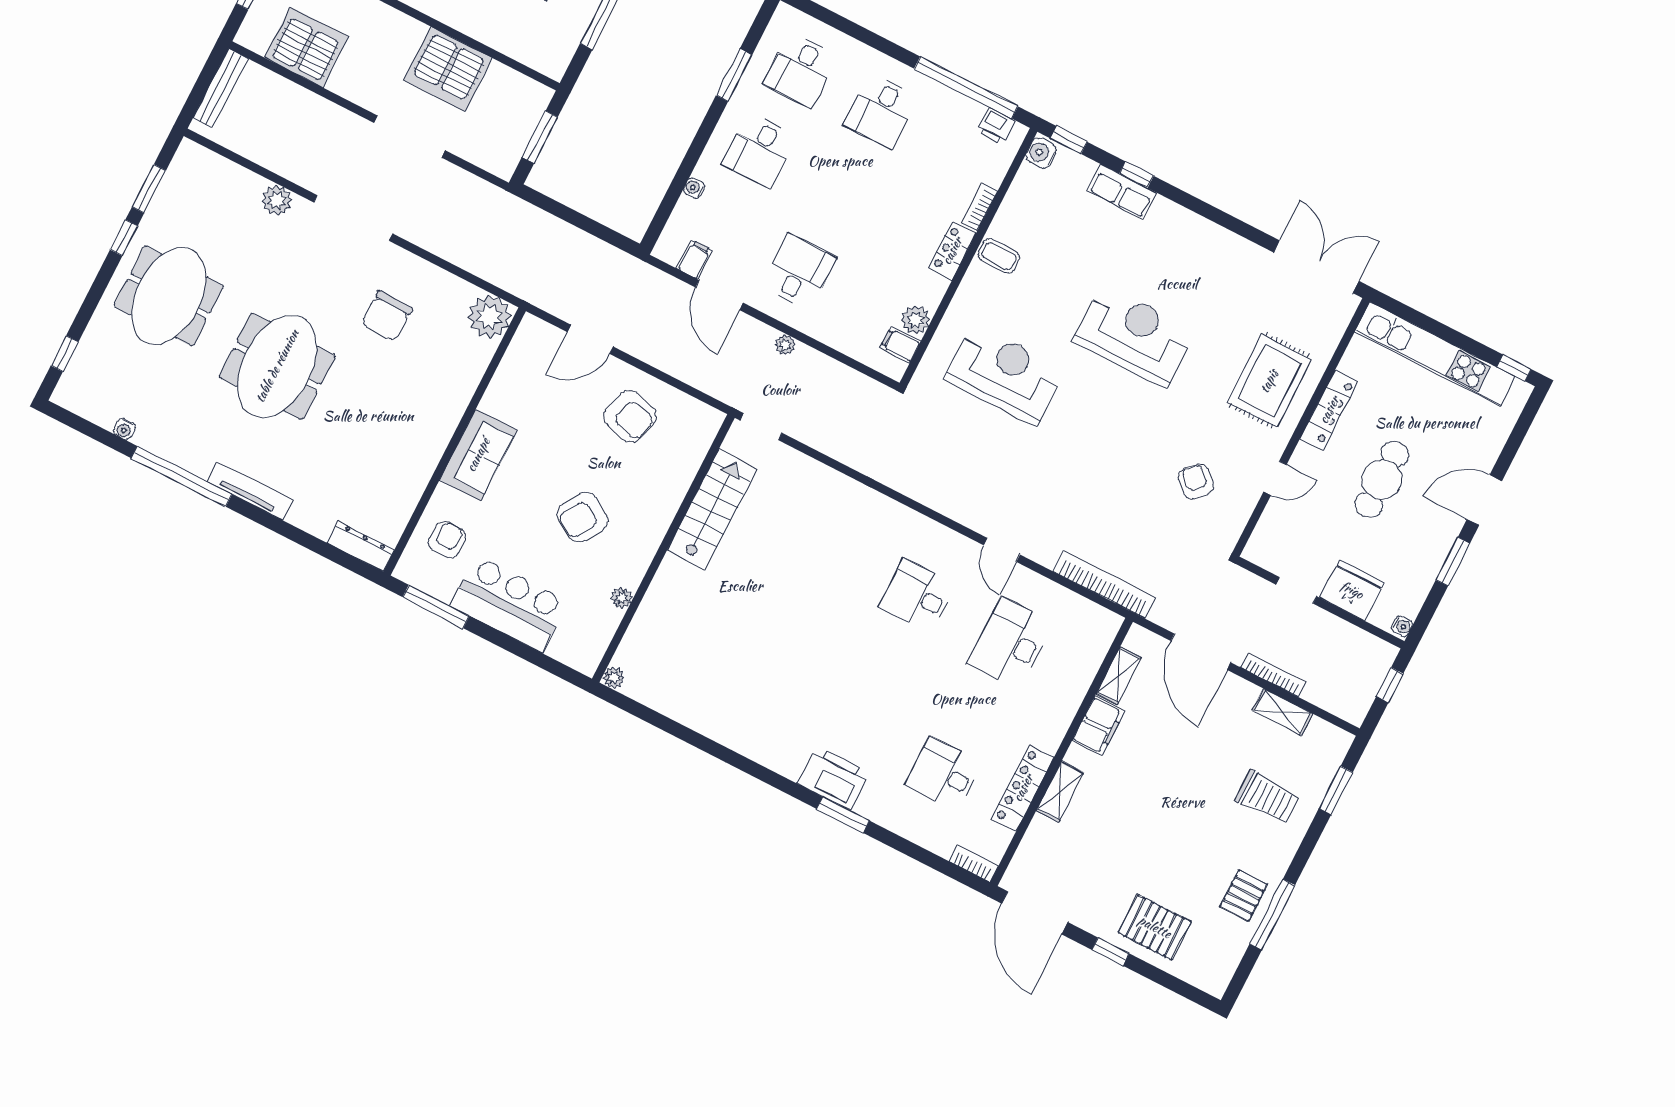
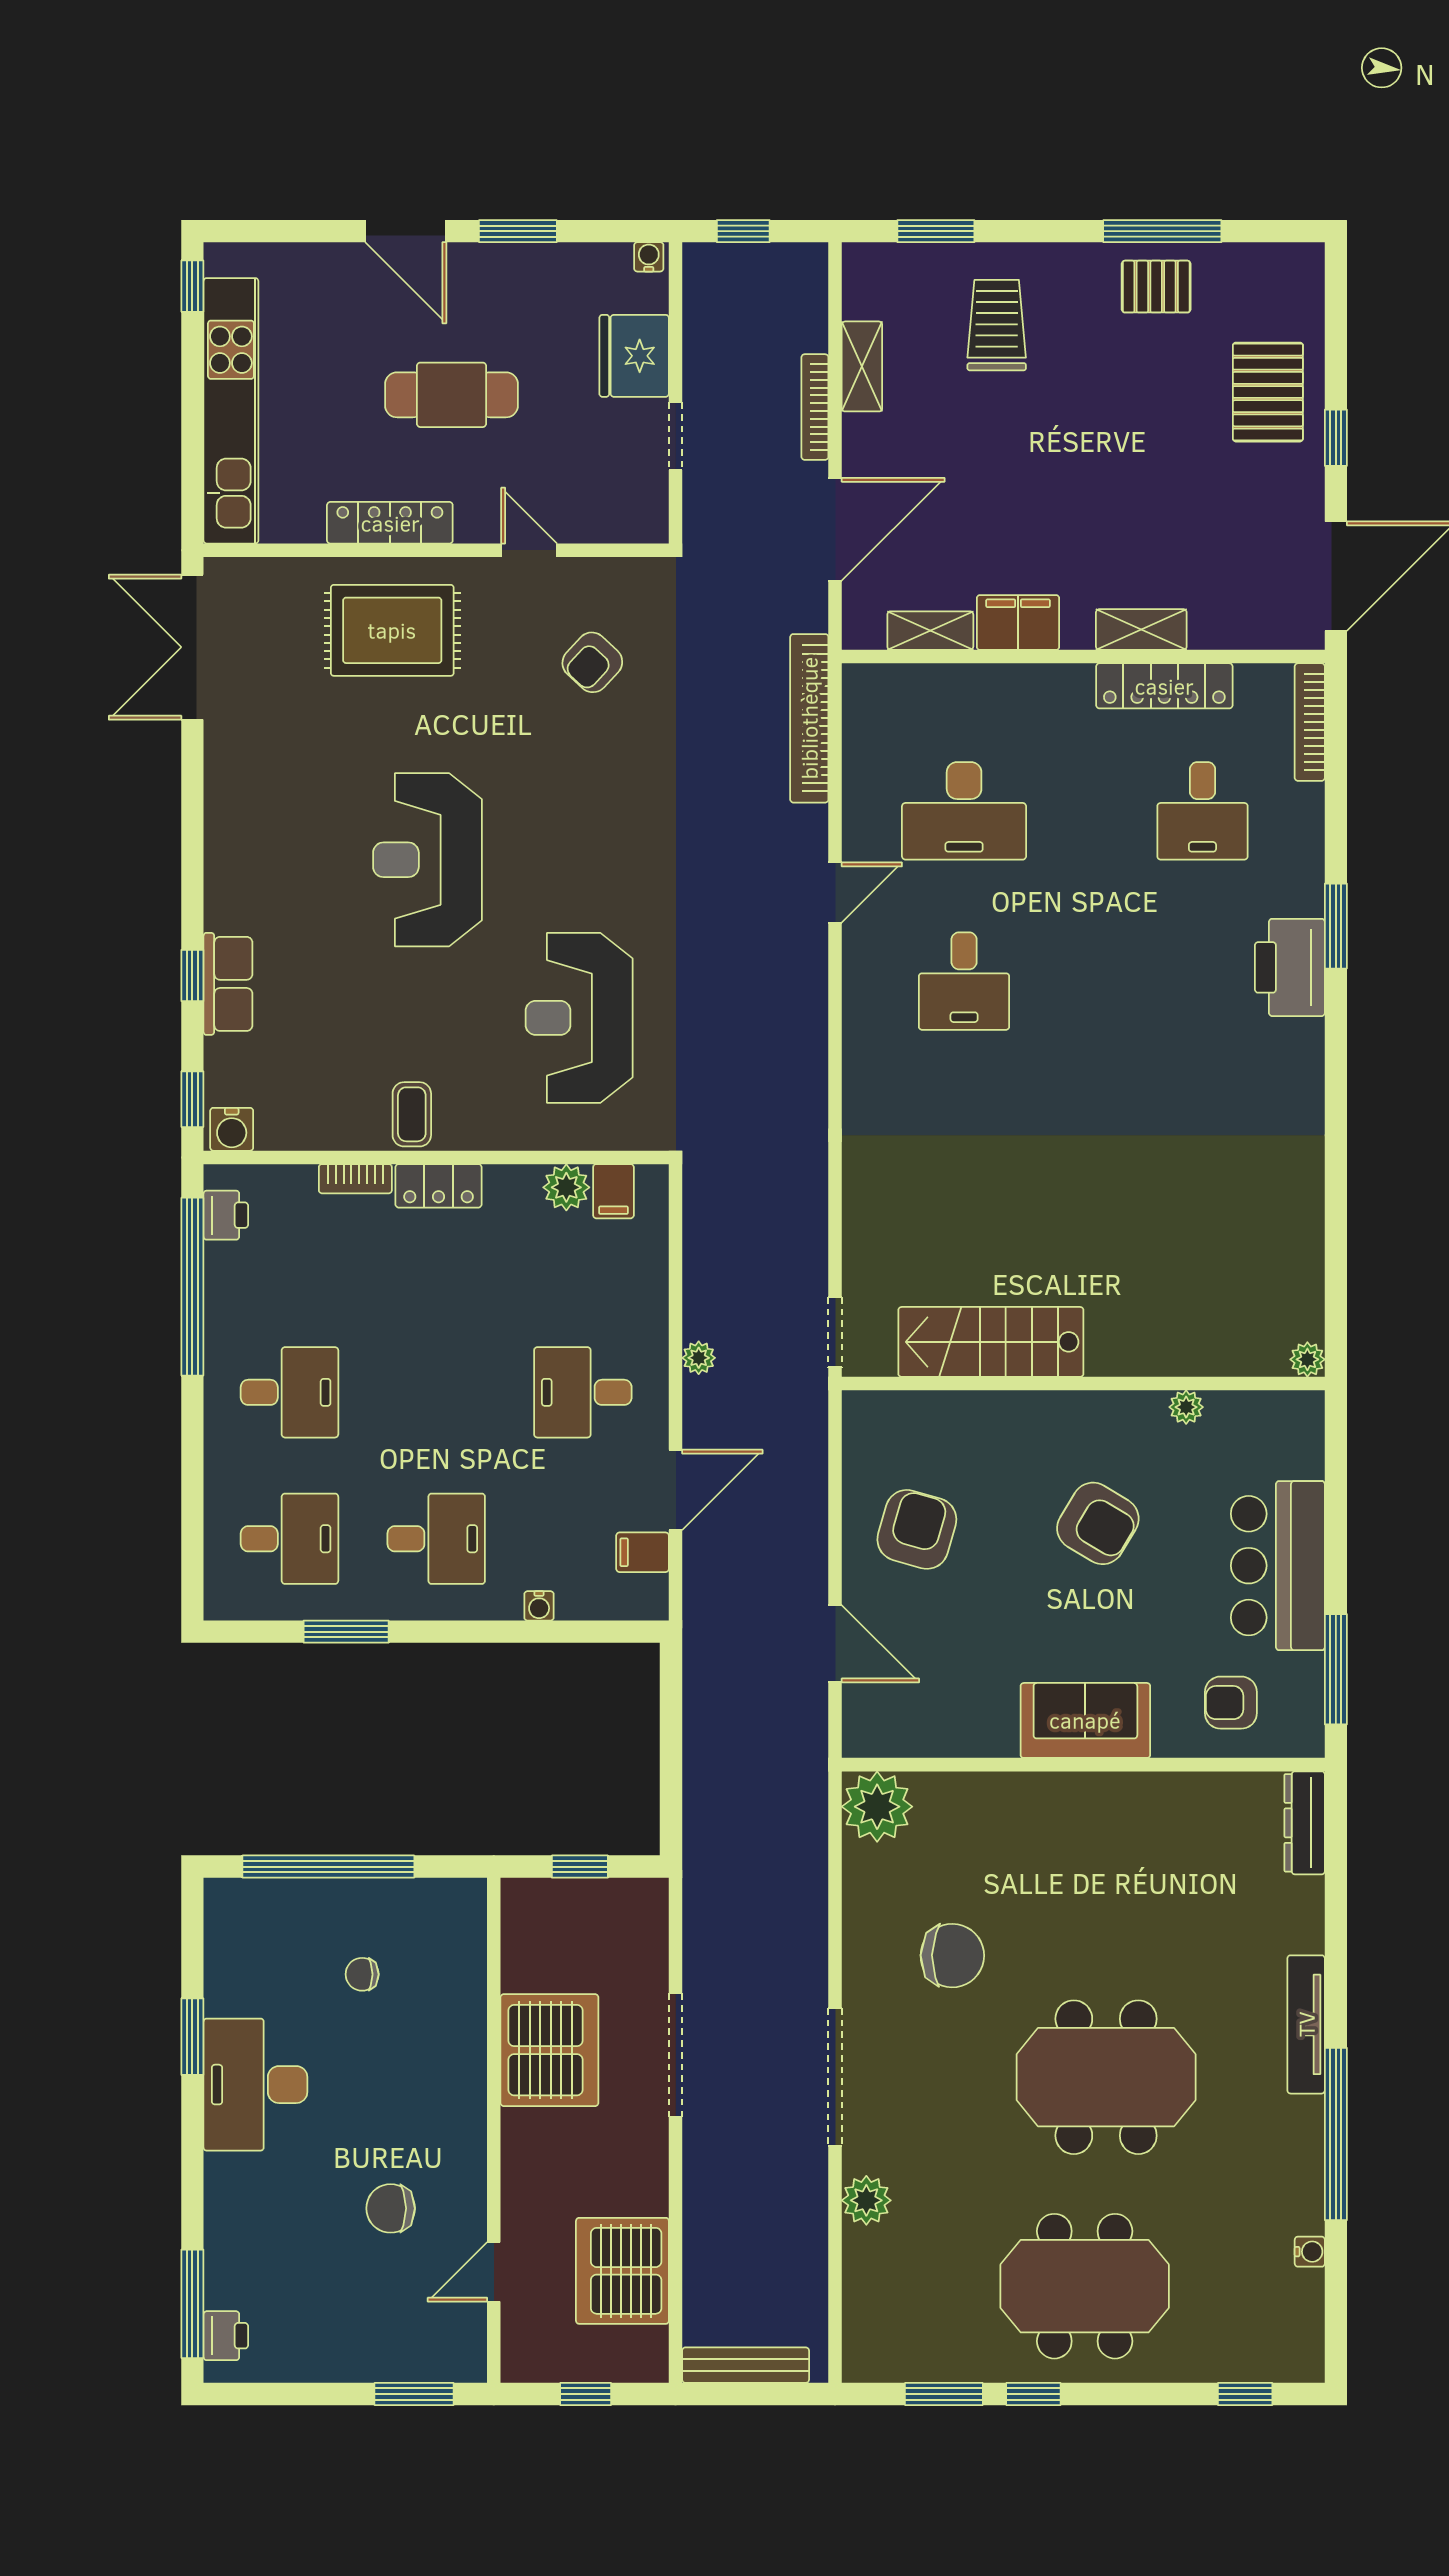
window: (540, 137) -> (580, 1867), width x0.67
bookcase: (974, 864) -> (1310, 722), width x1.56

